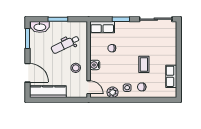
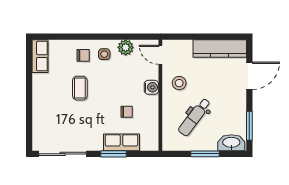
row of seats: (102, 27) -> (121, 142), moved
dental chair: (65, 44) -> (194, 117), turned 153
door: (28, 73) -> (249, 76), swing flipped
row of seats: (171, 76) -> (40, 56), moved

